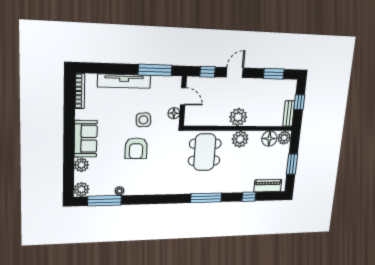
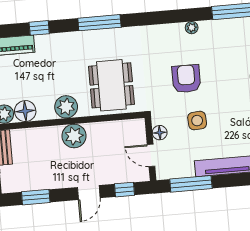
armchair: (136, 148) -> (186, 79), moved
plant: (119, 191) -> (192, 28), moved

